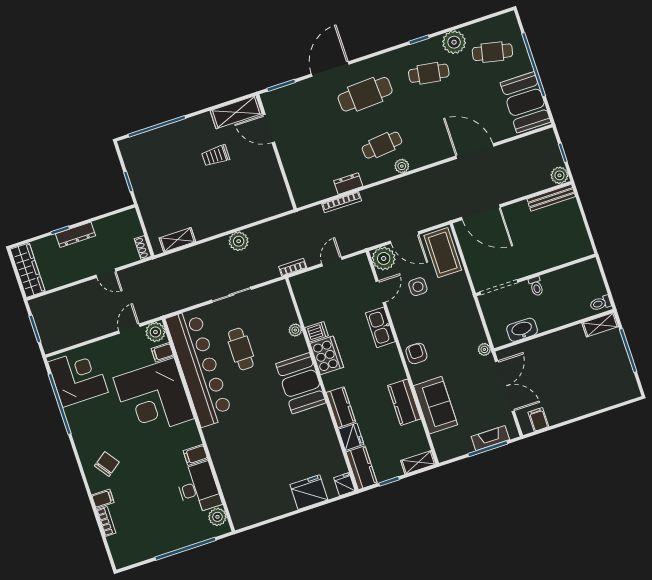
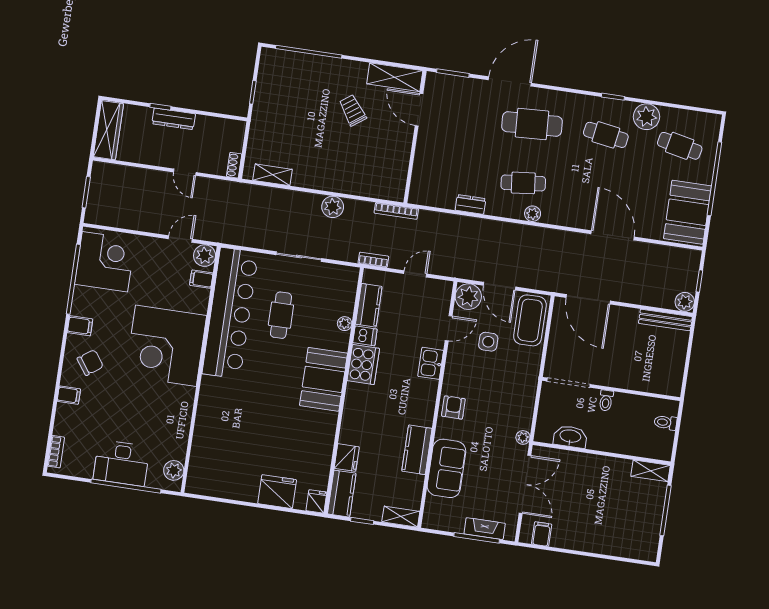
trolley: (216, 156) -> (353, 110), turned 54
bookcase: (342, 202) -> (396, 211), moved
toilet: (600, 303) -> (665, 422), moved
kitchen sink: (380, 327) -> (431, 363), width x0.73
corner desk: (154, 398) -> (166, 346), moved
kitchen counter: (341, 407) -> (369, 305), moved
filing cabinet: (195, 455) -> (80, 326), moved, turned 180
desk: (198, 488) -> (121, 463), moved, turned 90
bookcase: (106, 521) -> (56, 452), moved

